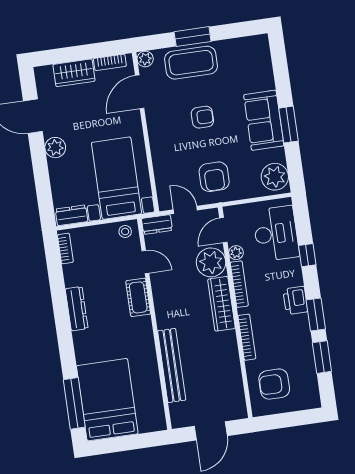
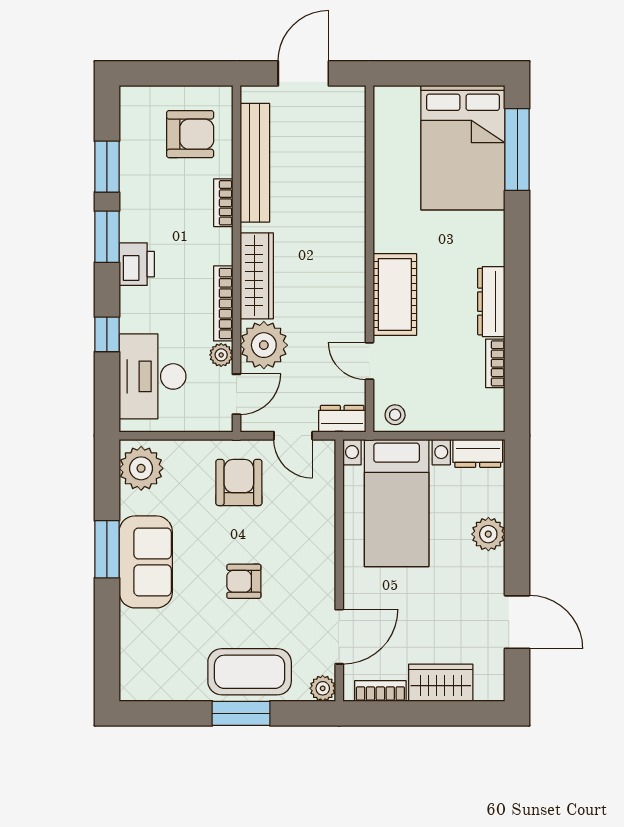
plant: (55, 148) -> (488, 534), moved
bookcase: (65, 248) -> (495, 363), moved
cot: (138, 297) -> (395, 295), width x1.37, depth x1.34
bookcase: (247, 337) -> (223, 203), width x0.64
bench: (172, 365) -> (255, 163), moved

